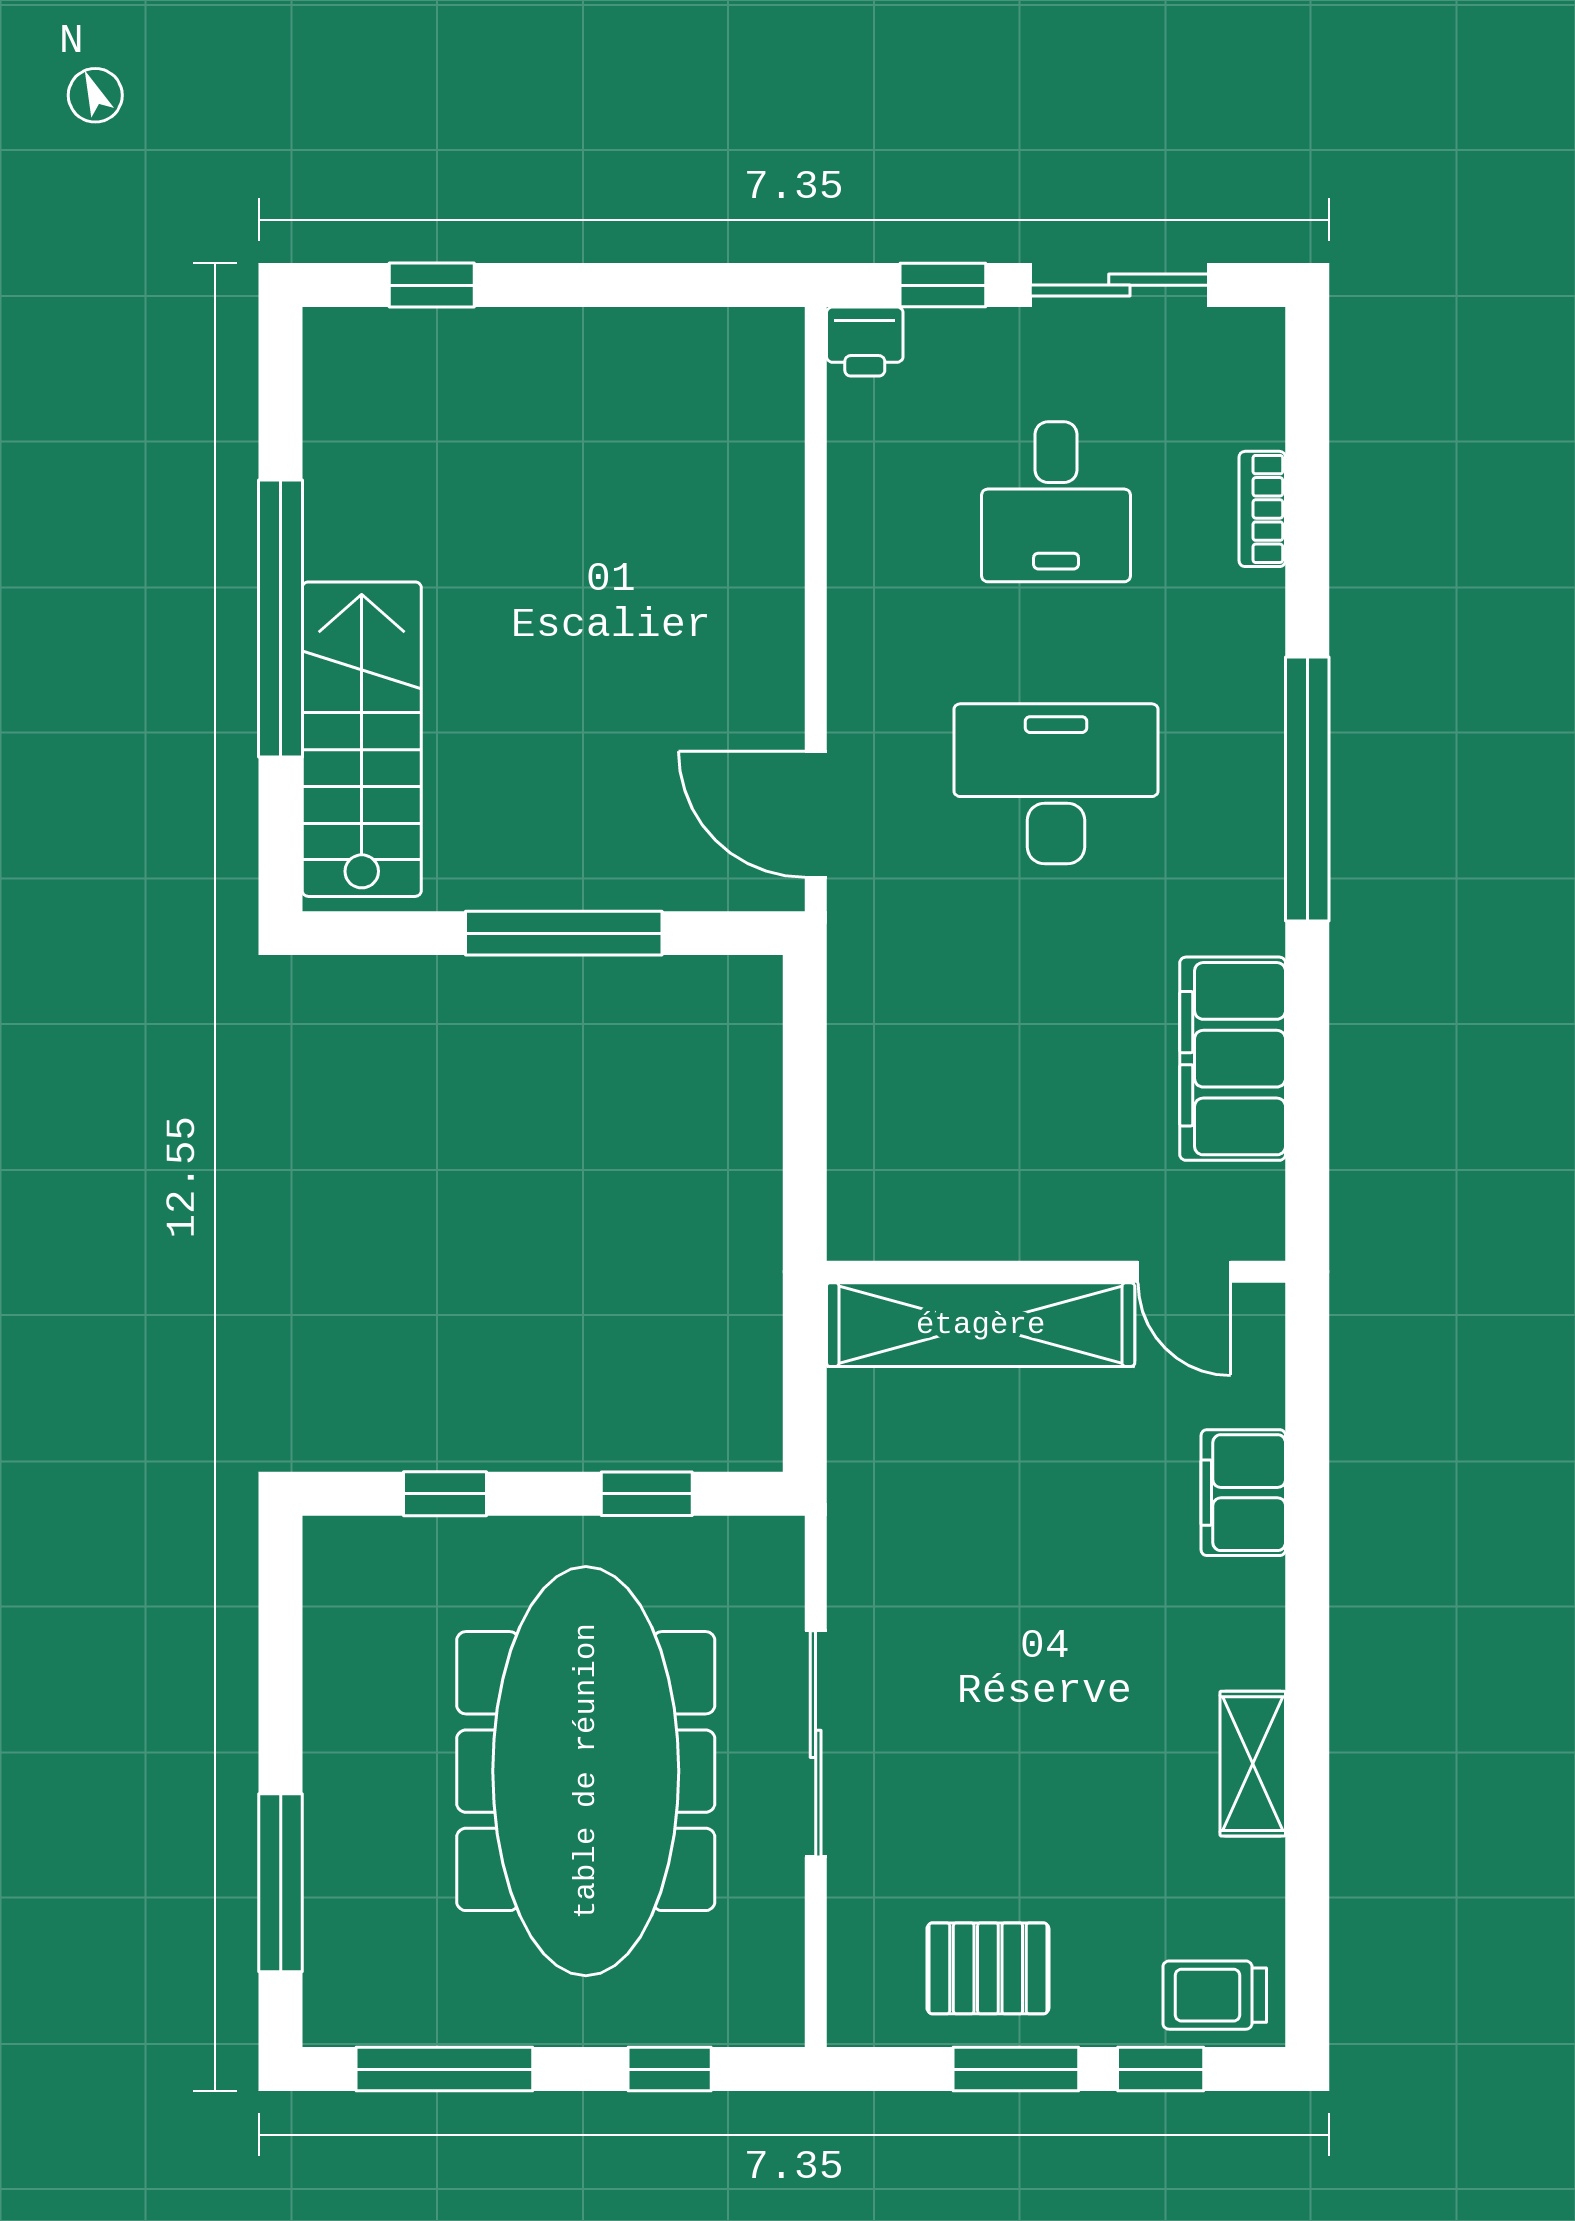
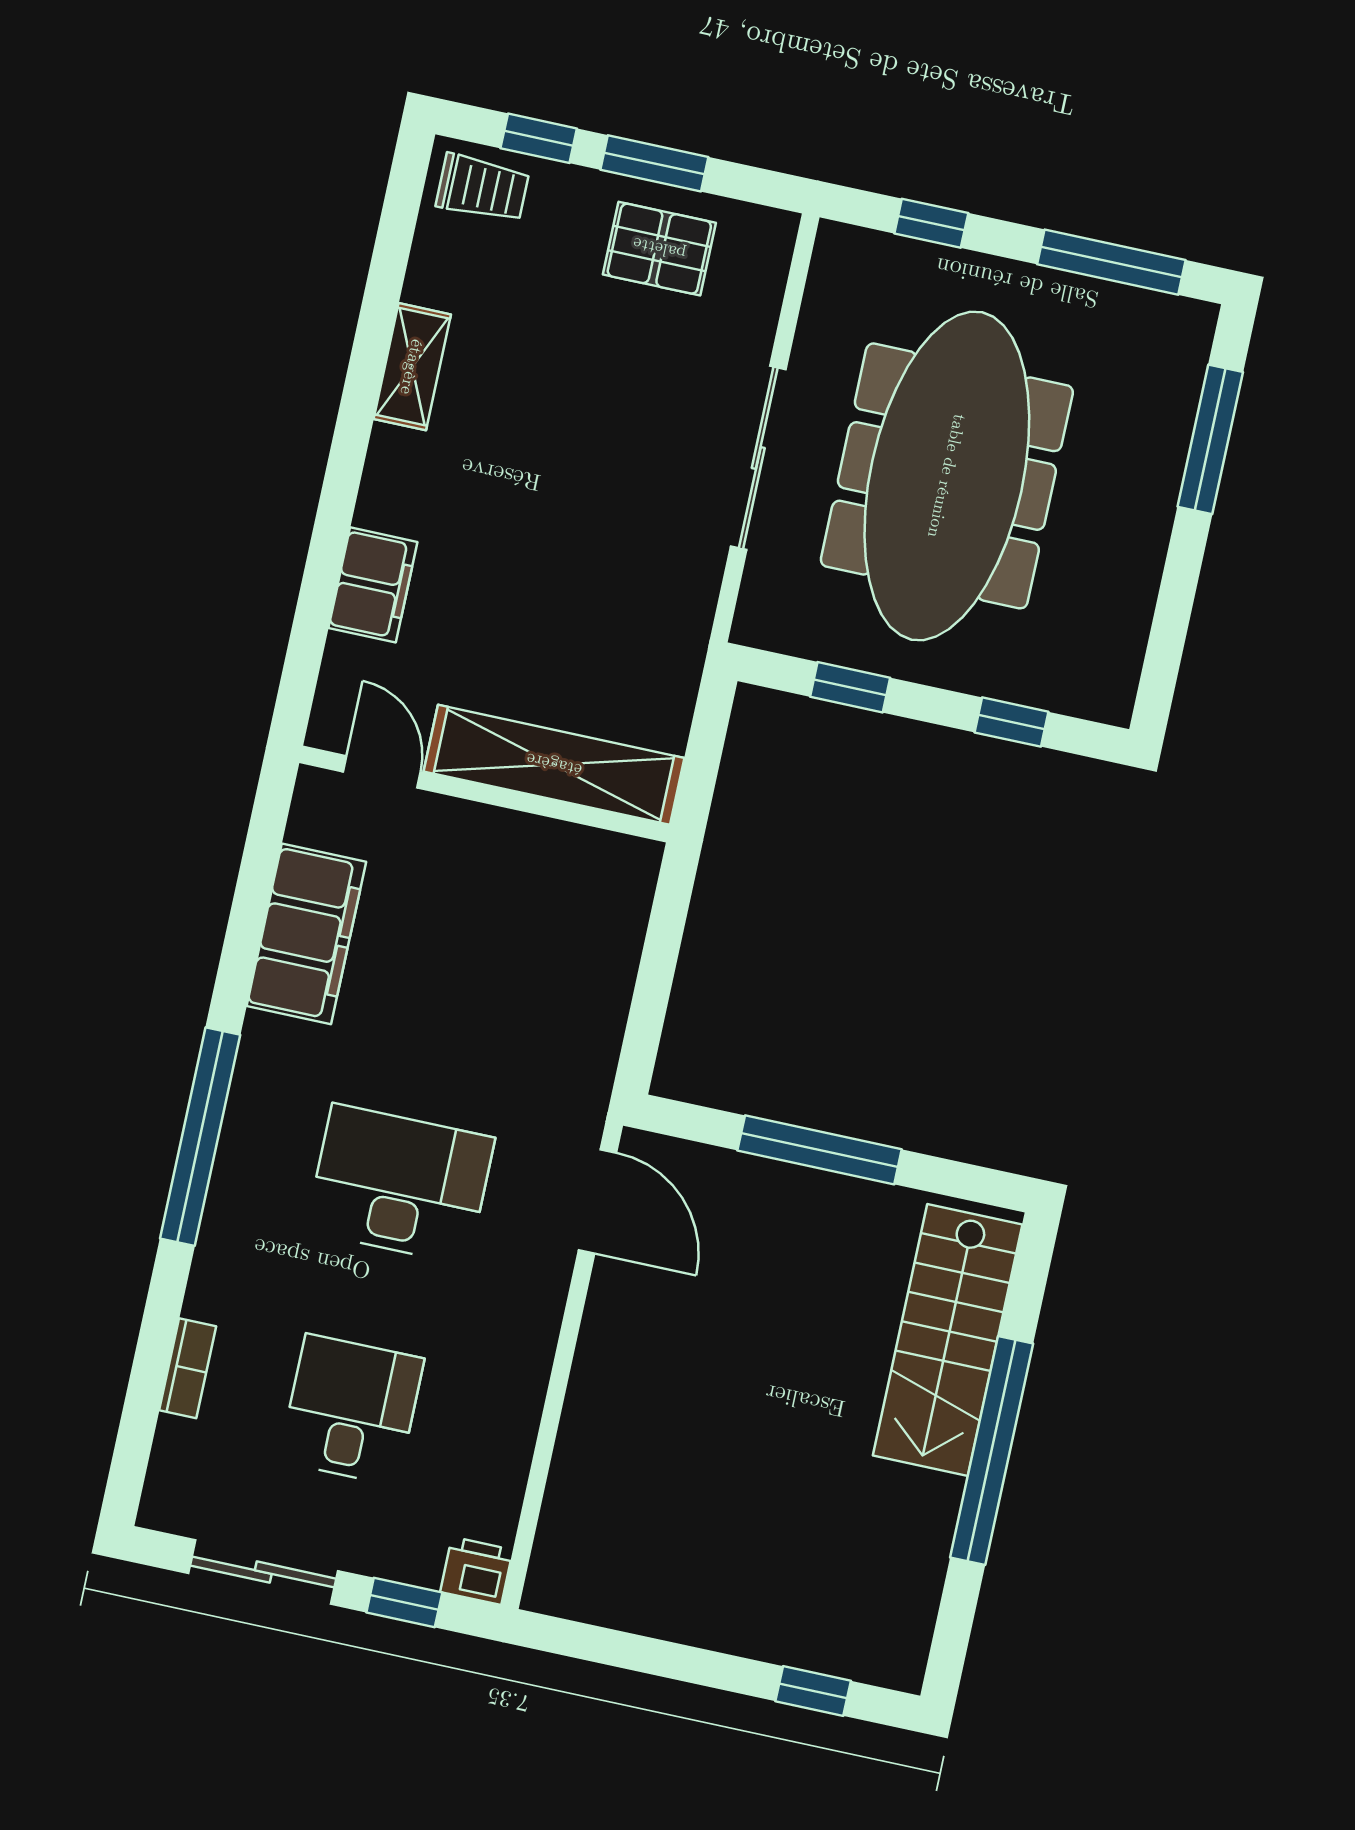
desk: (1056, 784) -> (400, 1184), turned 180

